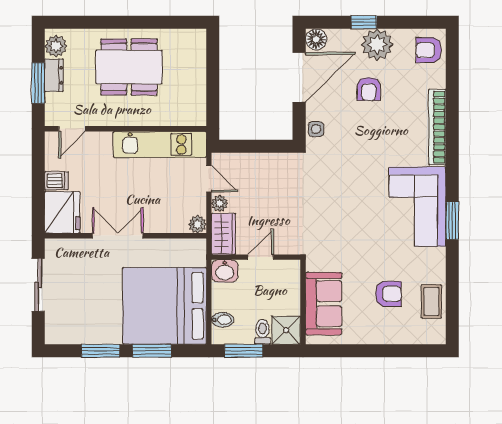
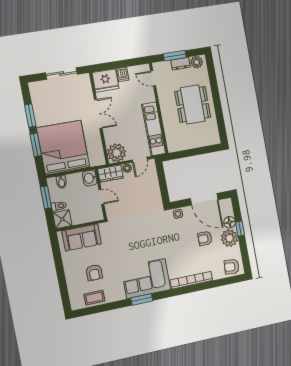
floor lamp: (316, 39) -> (230, 222), moved
armchair: (429, 50) -> (232, 267), turned -85
plant: (198, 224) -> (117, 153), width x1.88, depth x1.88

